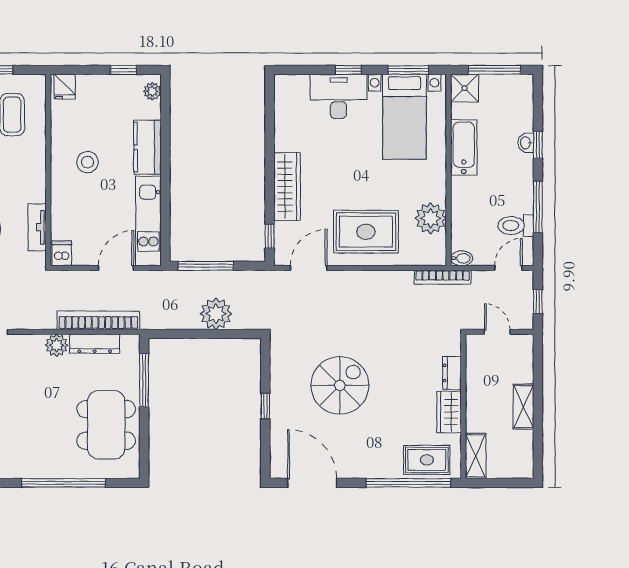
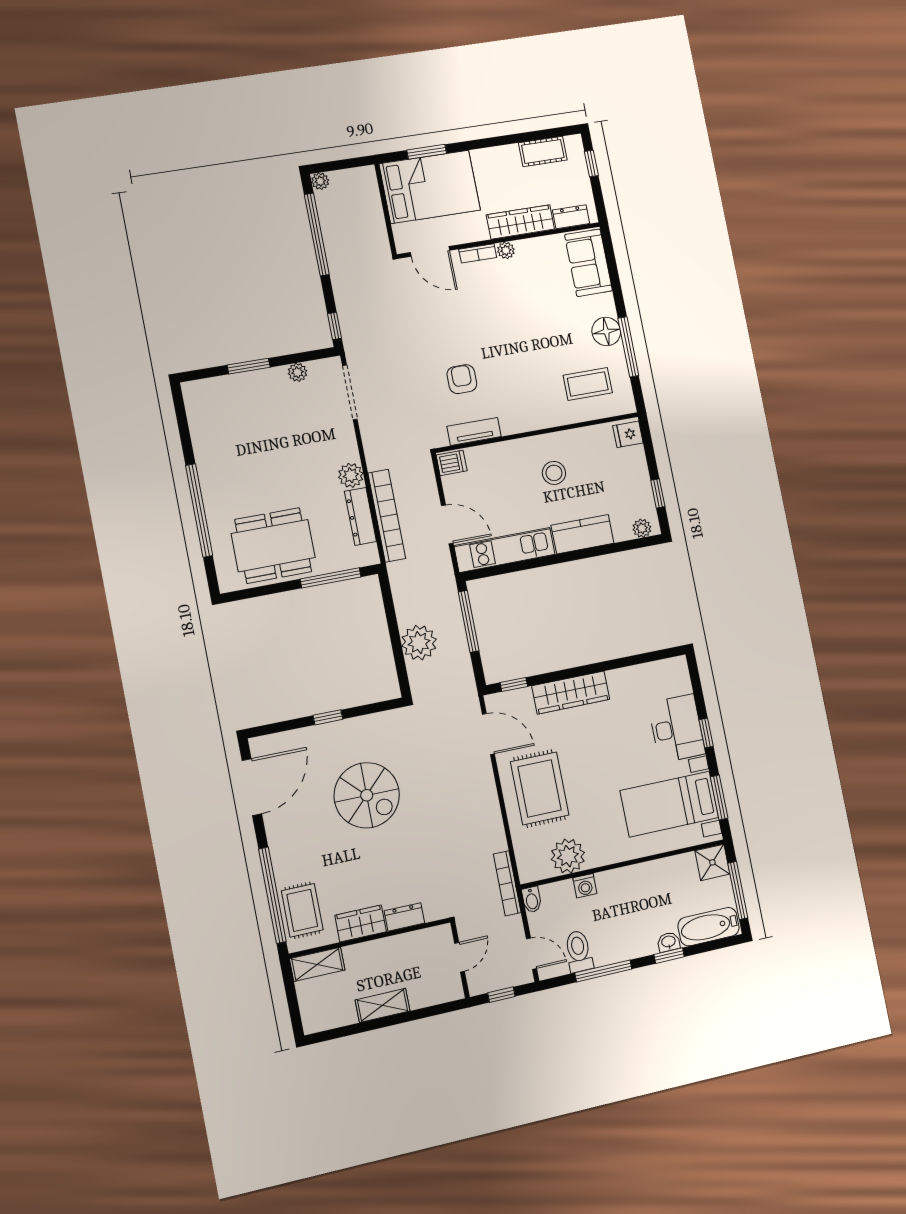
bathtub: (464, 148) -> (709, 927), moved, turned 180
washing machine: (460, 208) -> (585, 886), added

